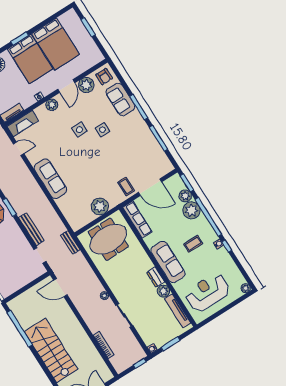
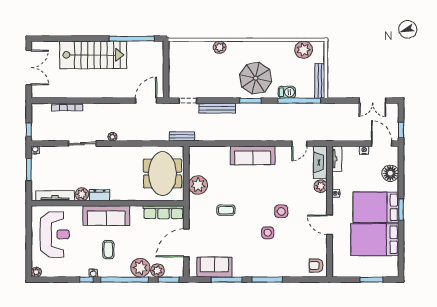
plant: (86, 85) -> (319, 244), removed
sofa: (120, 99) -> (214, 267), moved
plant: (52, 105) -> (321, 186), moved
coffee table: (126, 186) -> (226, 210), moved

